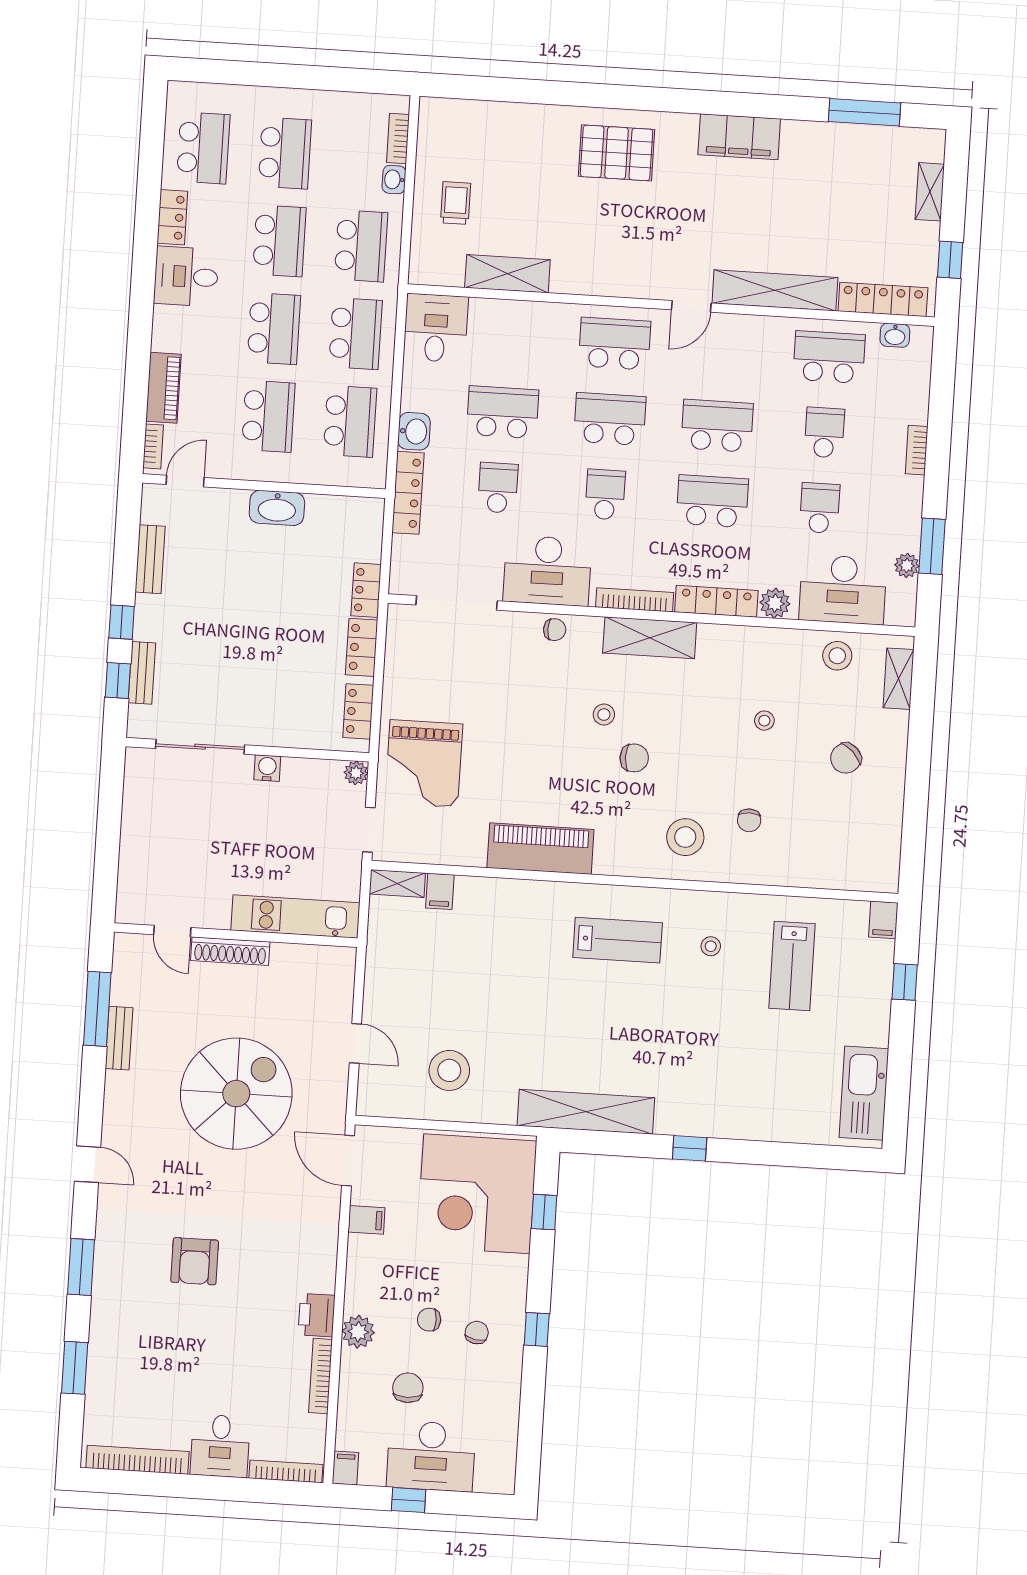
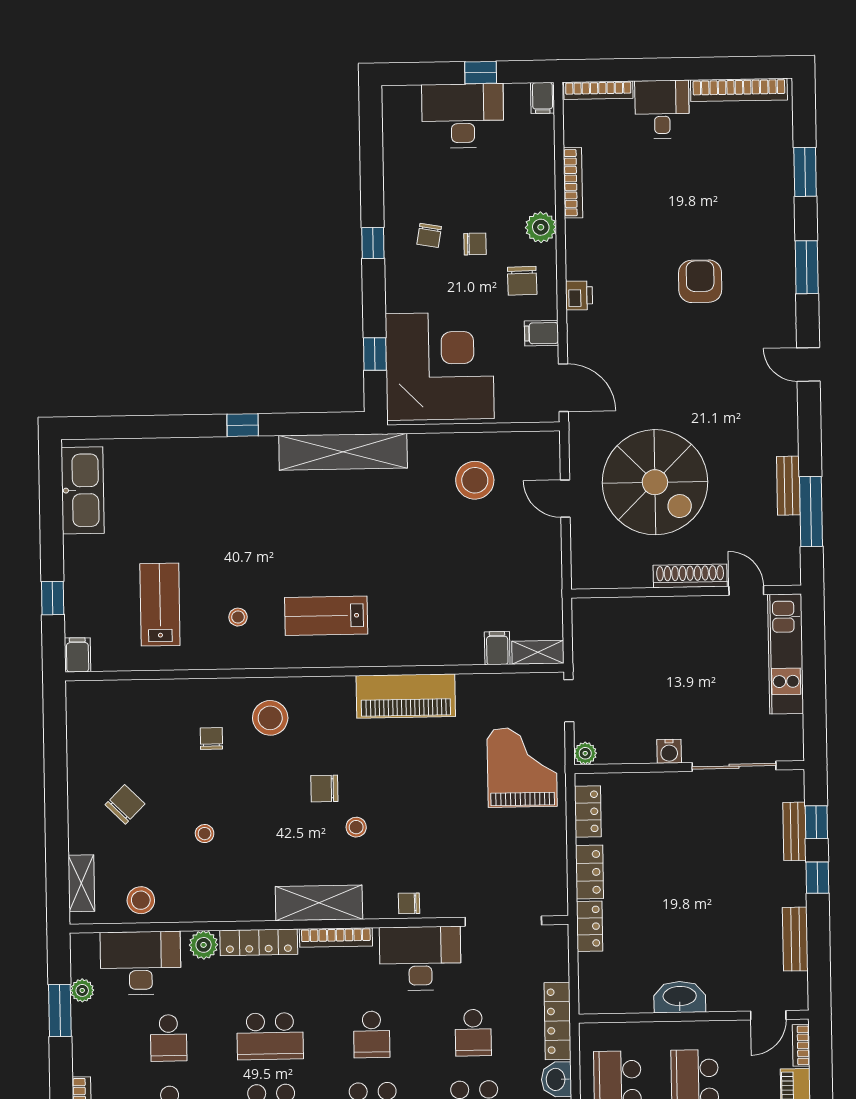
kitchen unit: (295, 917) -> (786, 654), moved, turned 90
spiral stairs: (236, 1094) -> (655, 482), moved, turned -90
printer: (317, 1315) -> (579, 295), moved, width x0.73, depth x0.81
chair: (408, 1388) -> (522, 281), moved

